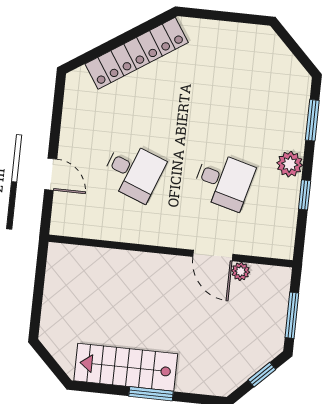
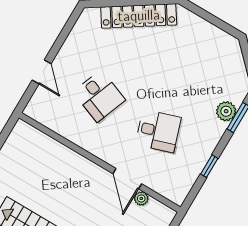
plant: (290, 164) -> (226, 111), moved
desk: (224, 181) -> (158, 131), turned -33

